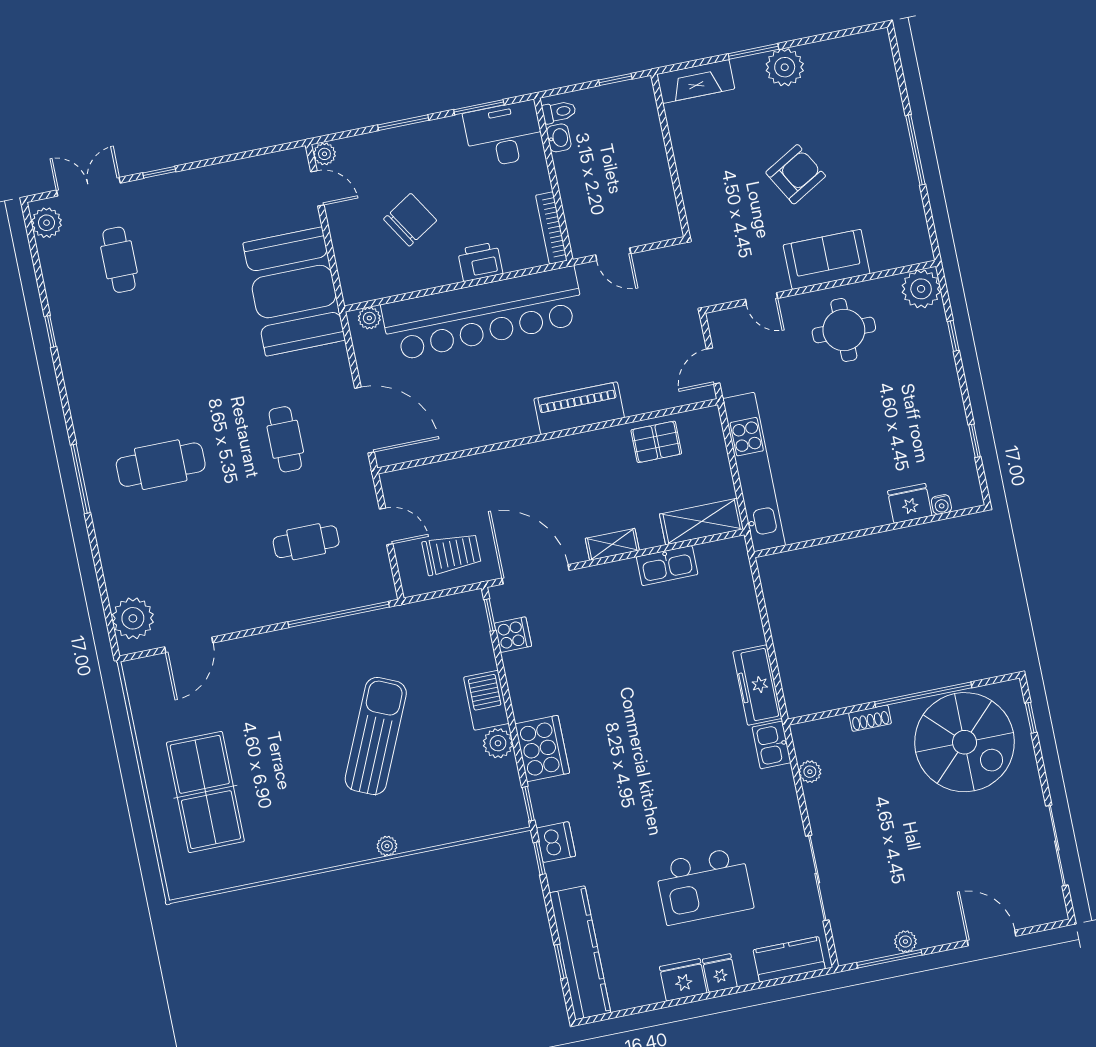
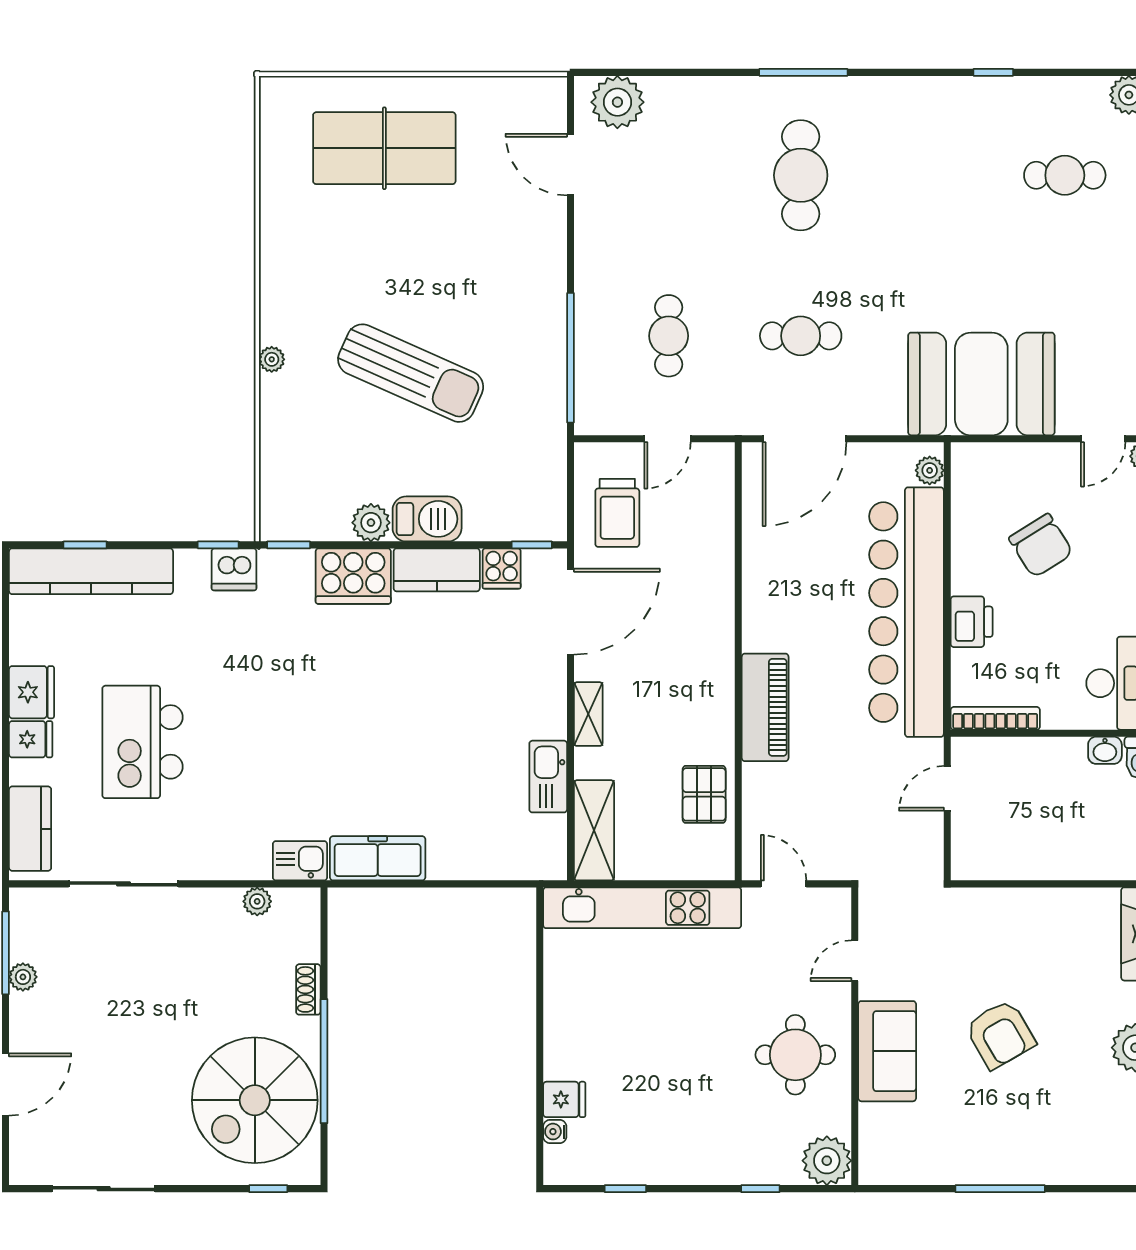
fridge: (910, 503) -> (564, 1099), width x0.72
kitchen counter: (524, 685) -> (437, 570), added

